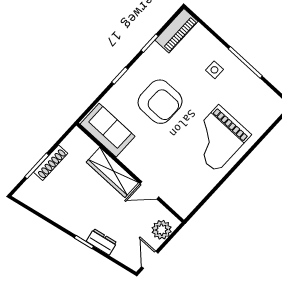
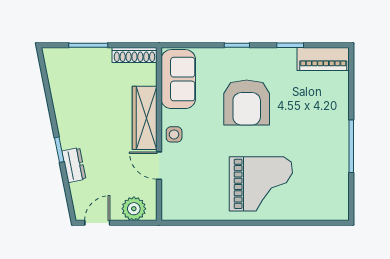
side table: (214, 70) -> (174, 134), moved
grand piano: (218, 139) -> (261, 184), turned 180
shoe rack: (51, 163) -> (134, 55), moved

